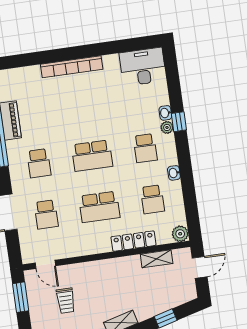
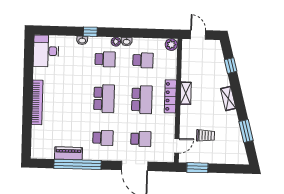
plant: (167, 127) -> (116, 42), moved
locker: (133, 241) -> (170, 96), moved
shelving: (157, 259) -> (186, 93), moved

